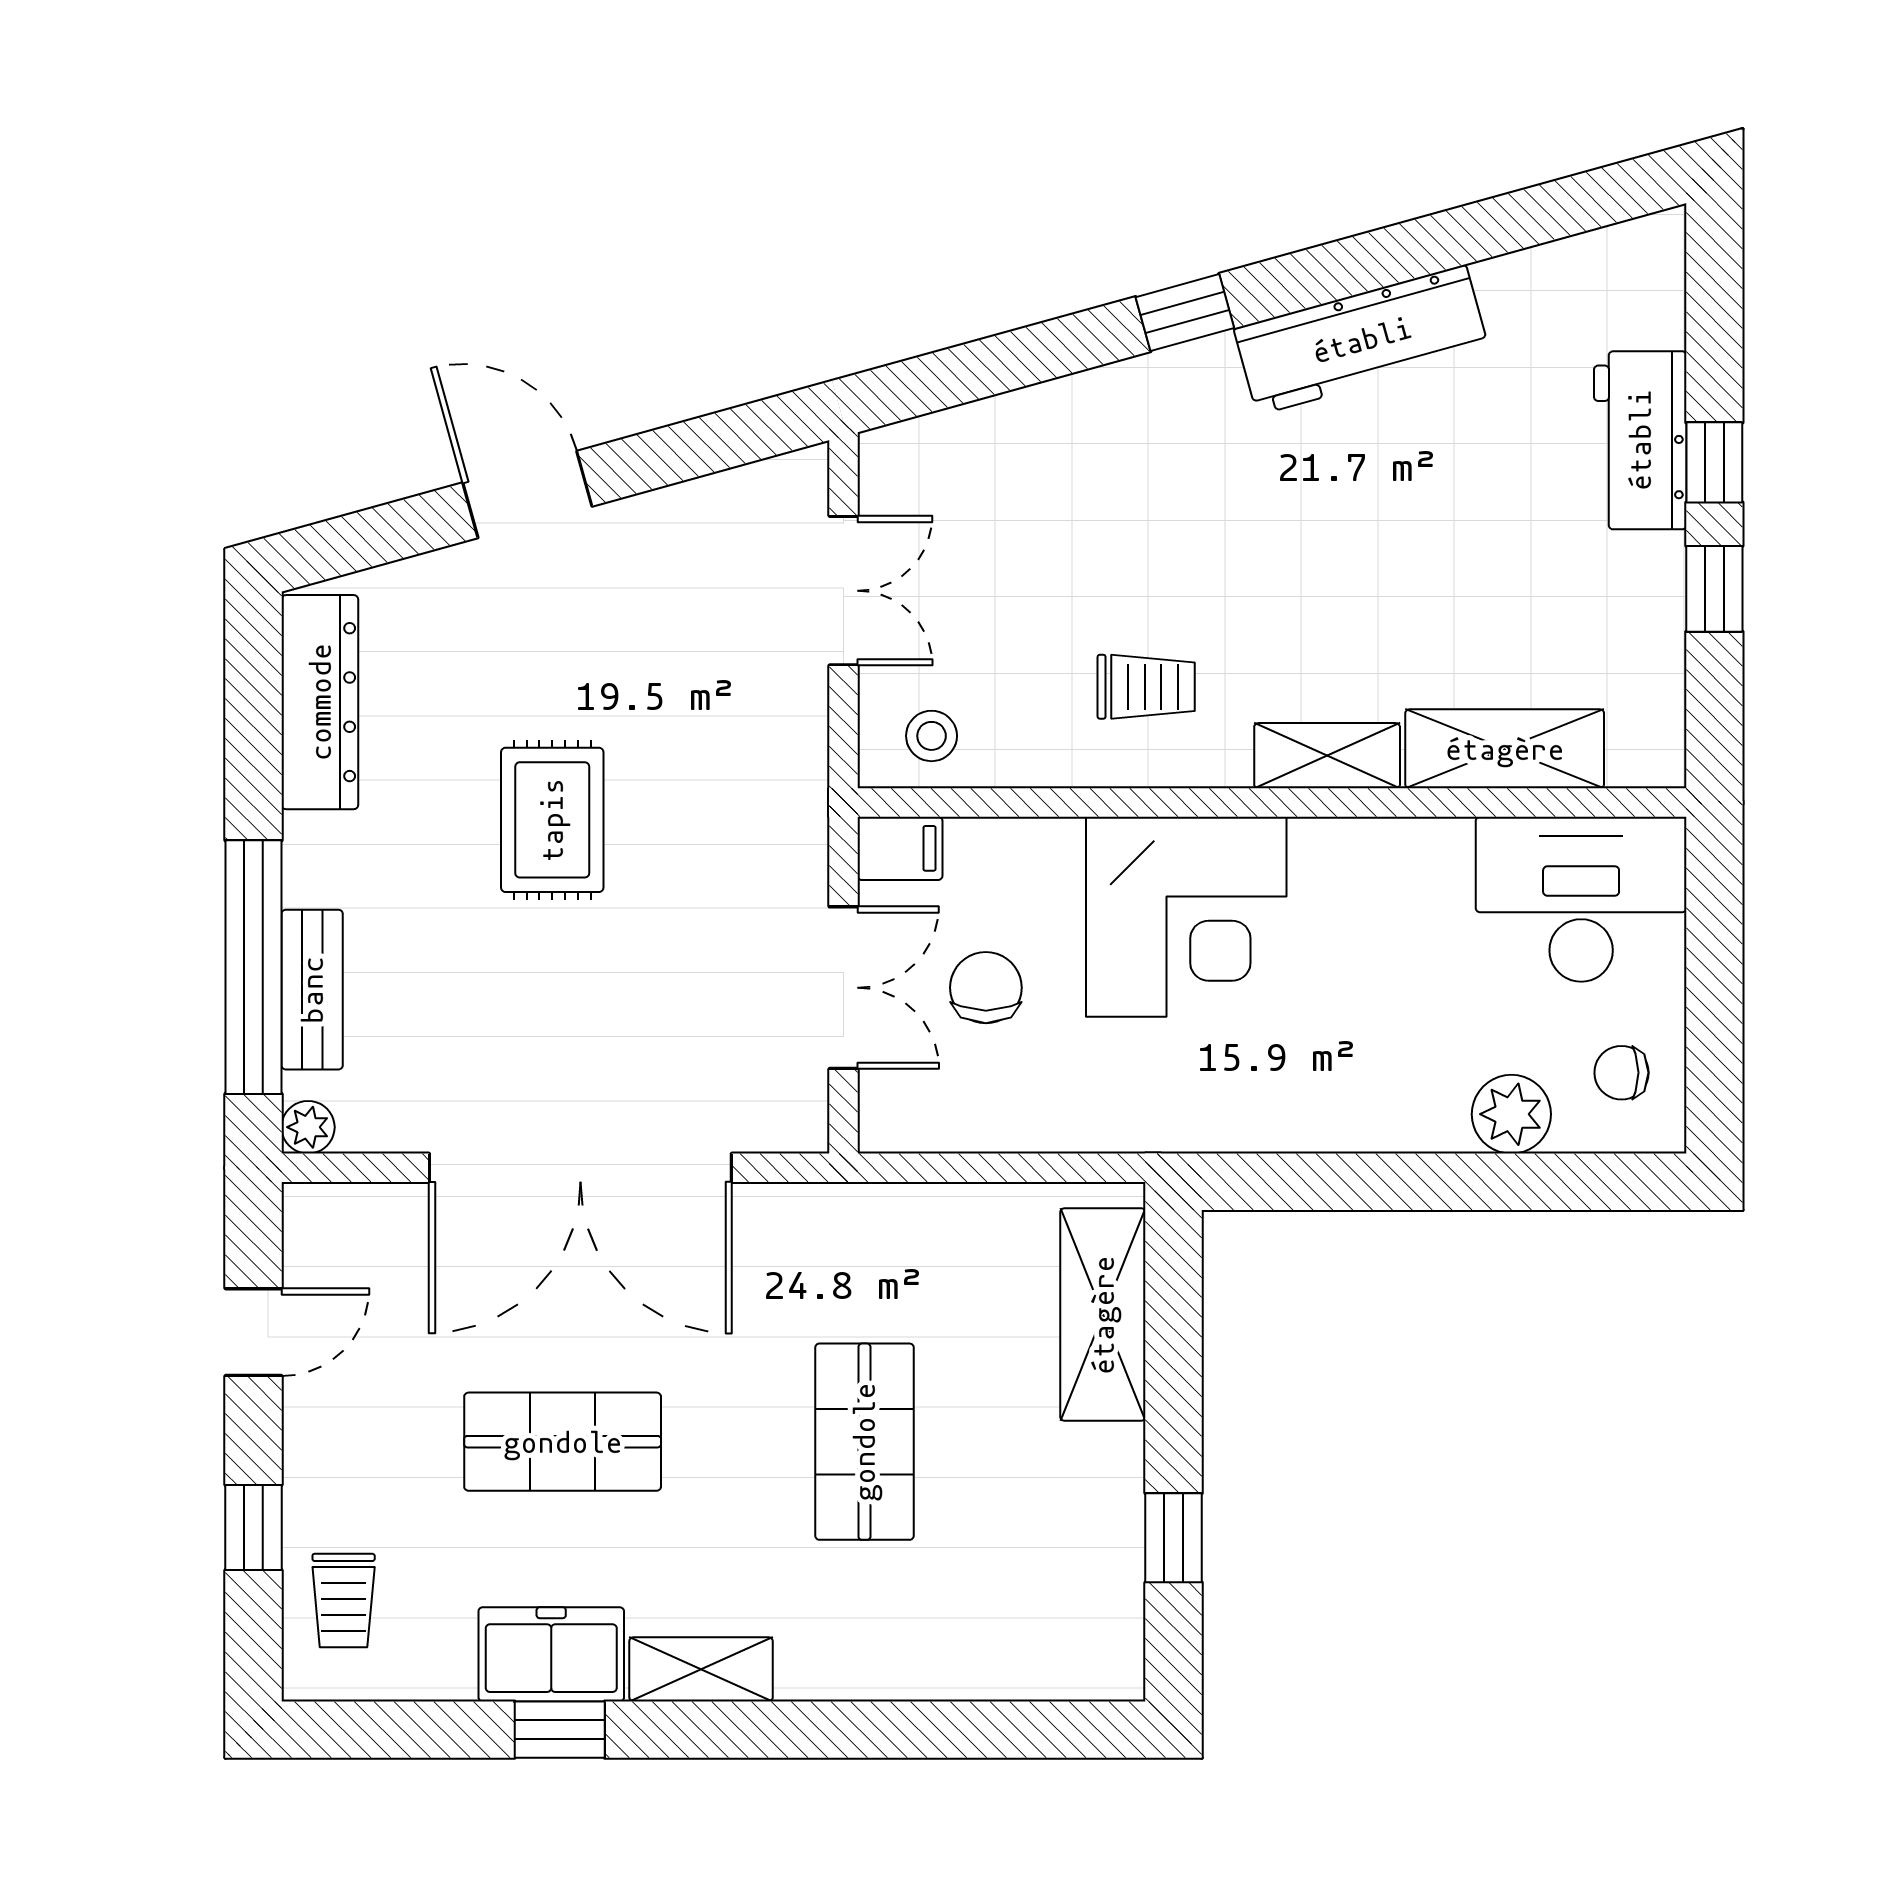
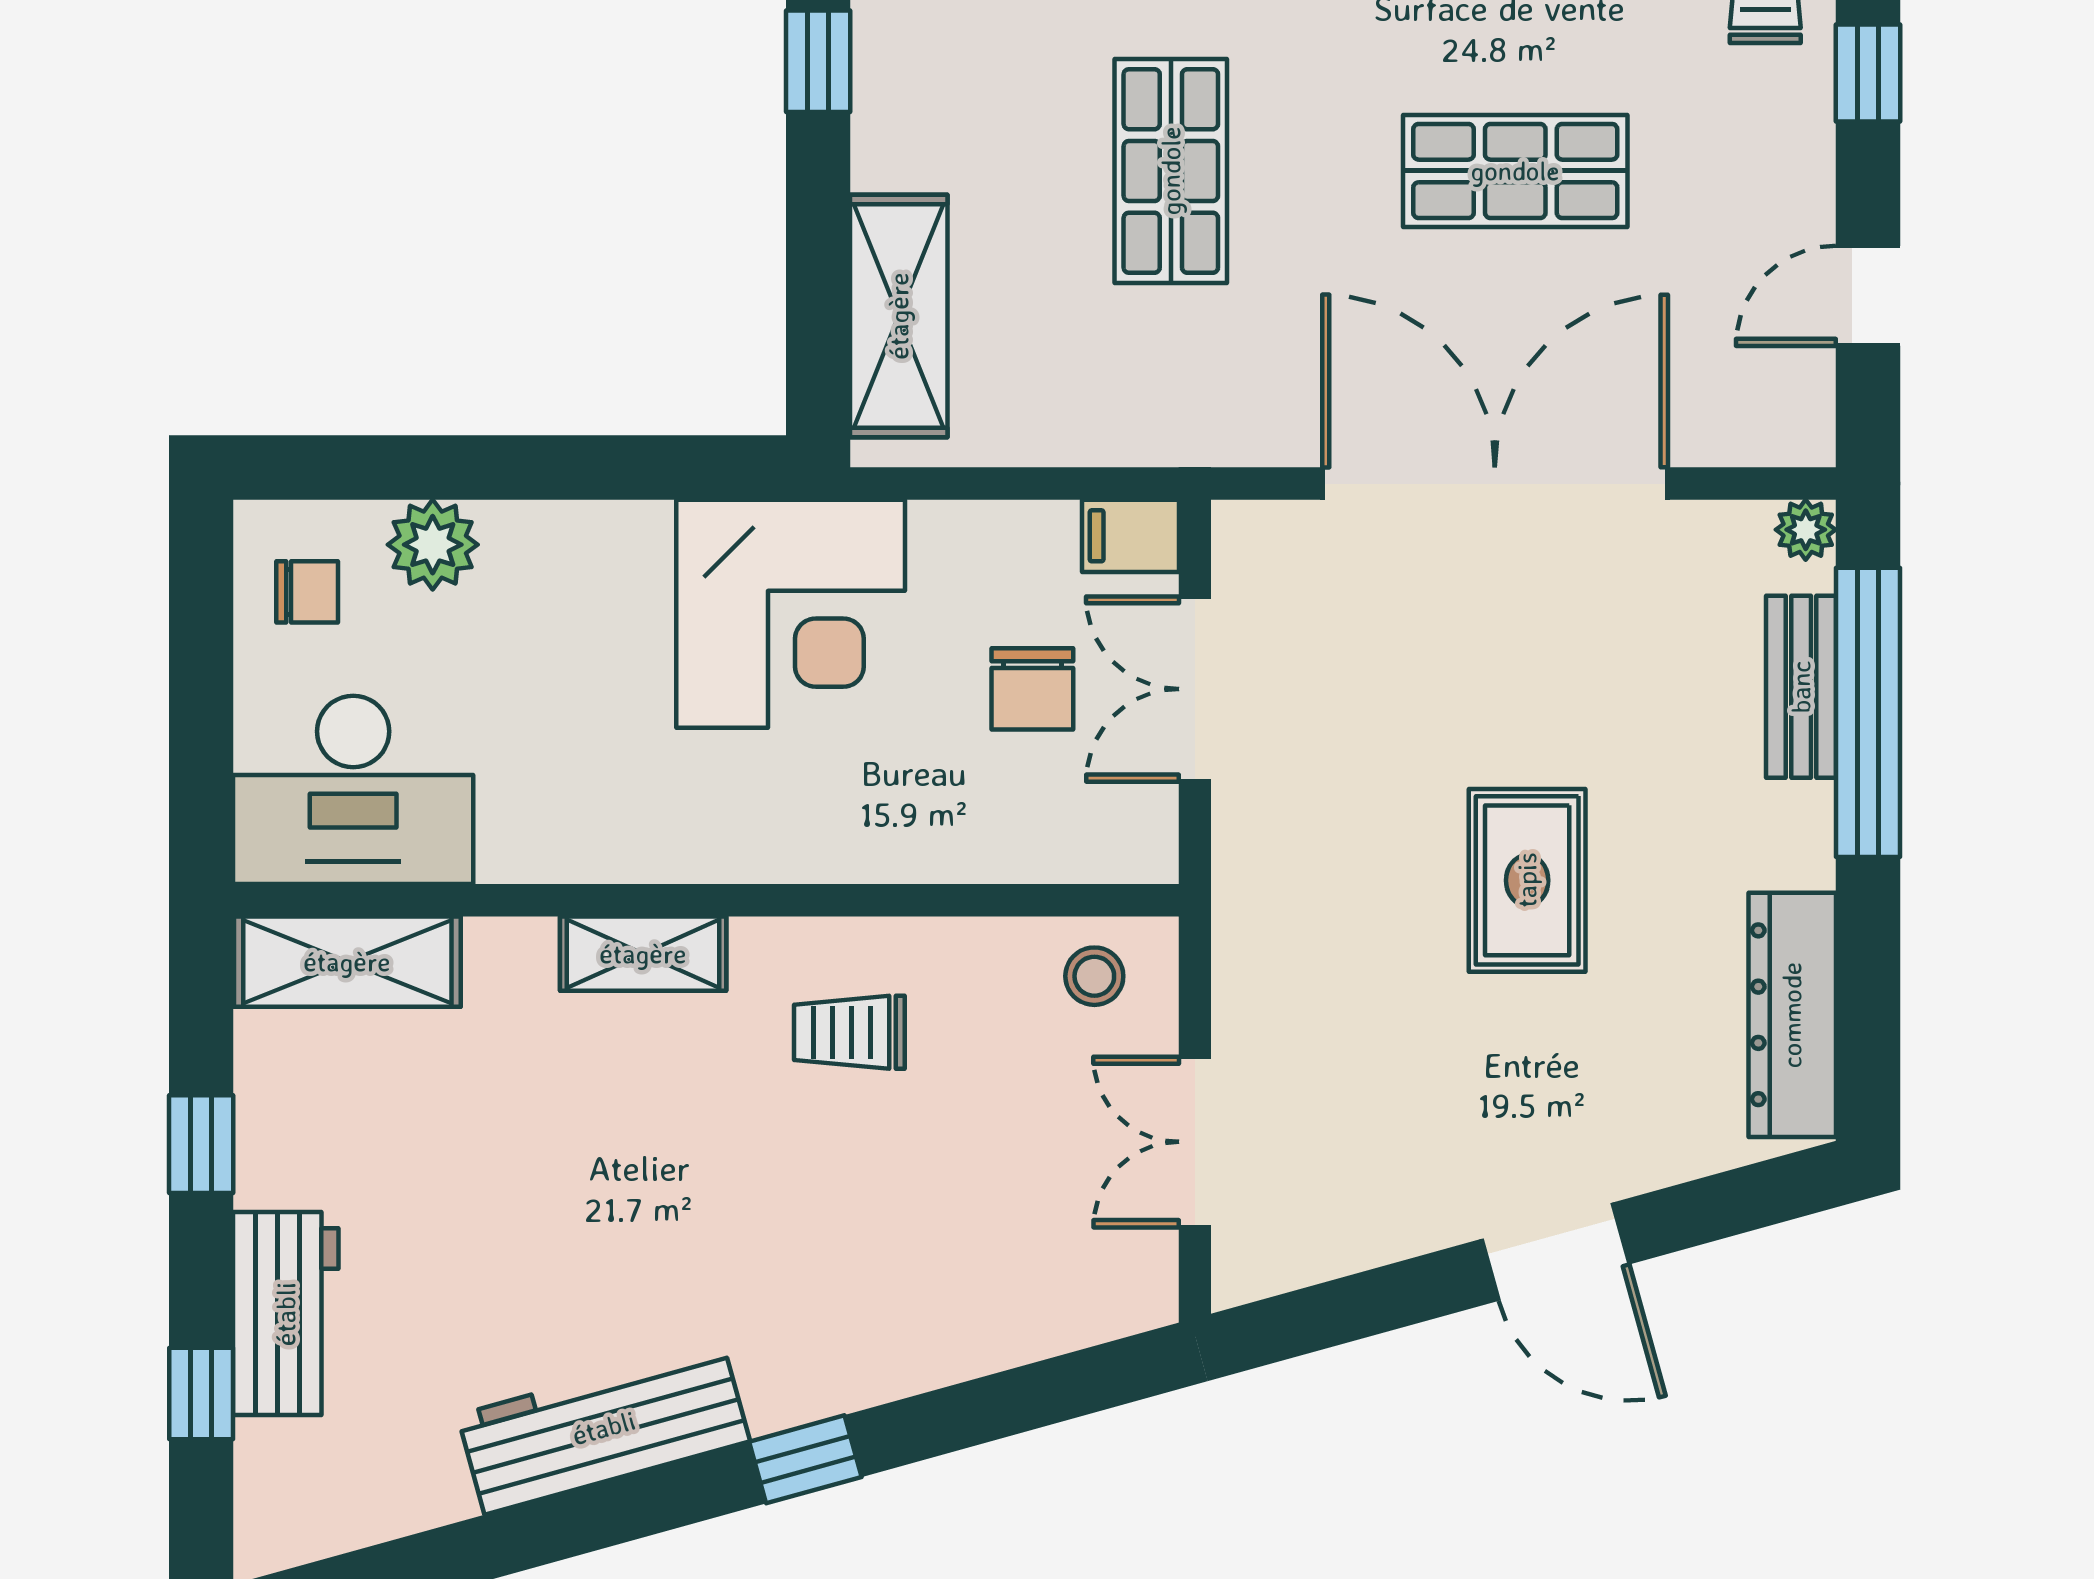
window: (1714, 462) -> (201, 1394), moved
shelving: (1505, 749) -> (347, 962), moved
filing cabinet: (900, 848) -> (1130, 536), moved
corner desk: (1186, 917) -> (791, 614), moved, turned 180

